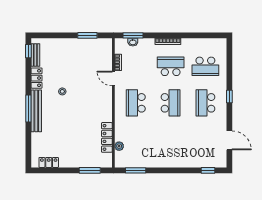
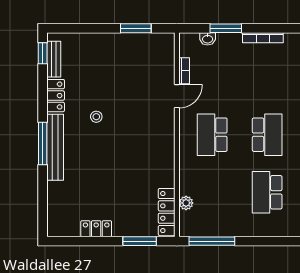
window: (133, 35) -> (226, 28), moved
school desk: (171, 66) -> (267, 192), moved, turned -90
door: (113, 78) -> (177, 96), swing flipped
locker: (107, 137) -> (167, 212), moved
locker: (49, 162) -> (96, 229), moved
window: (136, 170) -> (212, 241), width x1.44

